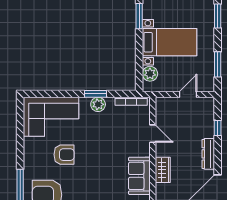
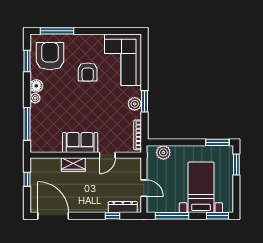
bed with nightstands: (170, 42) -> (201, 187), moved, turned 180
window: (218, 64) -> (172, 216), width x1.44
dresser: (208, 154) -> (123, 207), moved
sofa: (139, 176) -> (80, 143), moved

